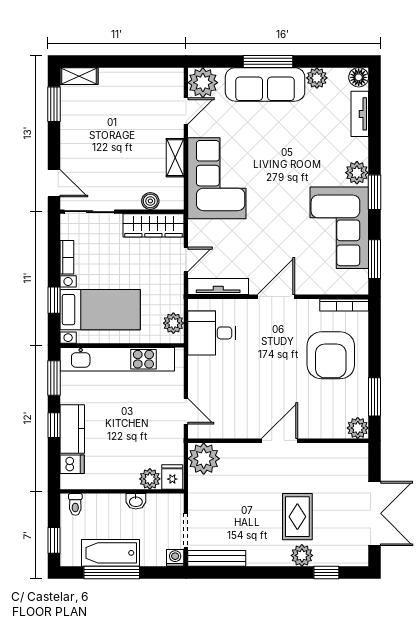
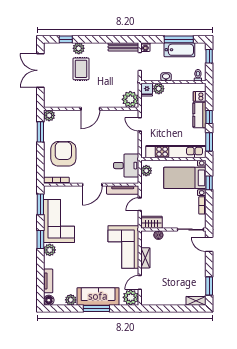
wardrobe: (153, 225) -> (151, 222), width x0.67

